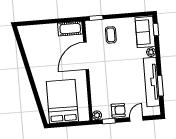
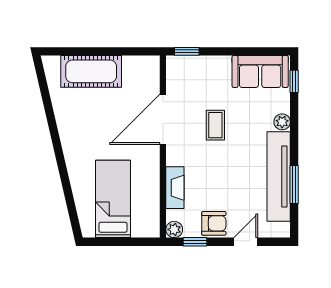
cot: (70, 29) -> (91, 71), moved, width x1.37, depth x1.34
sofa: (145, 32) -> (260, 71), moved, turned -90
coffee table: (111, 35) -> (215, 125), moved
fireplace: (96, 93) -> (175, 188), added
bed: (62, 101) -> (113, 199), width x0.67

